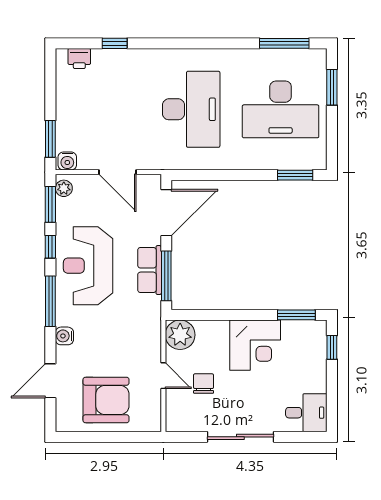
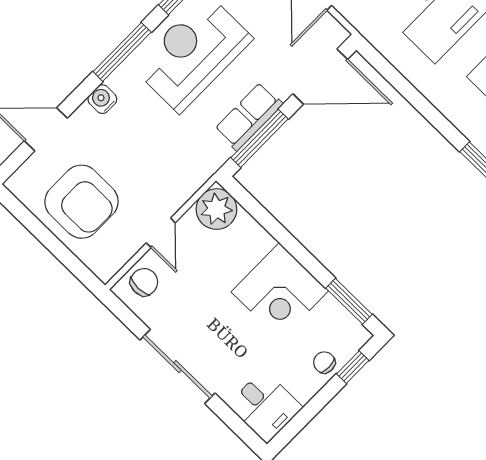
chair: (315, 360) -> (324, 362), added
chair: (204, 384) -> (144, 282), moved

